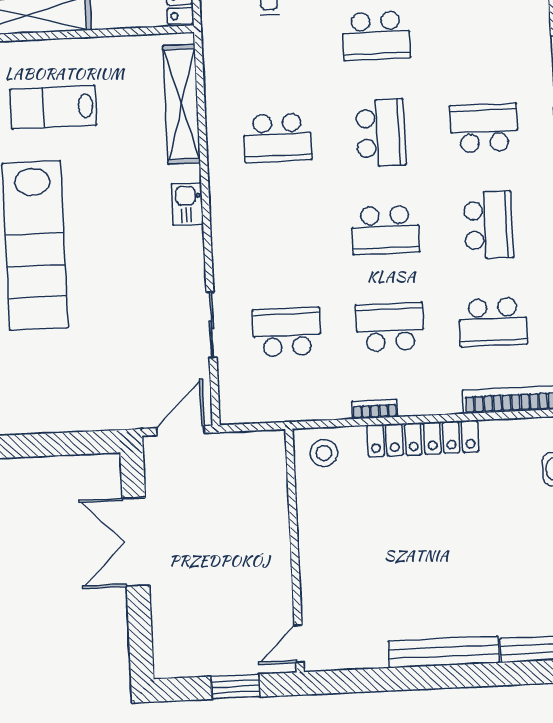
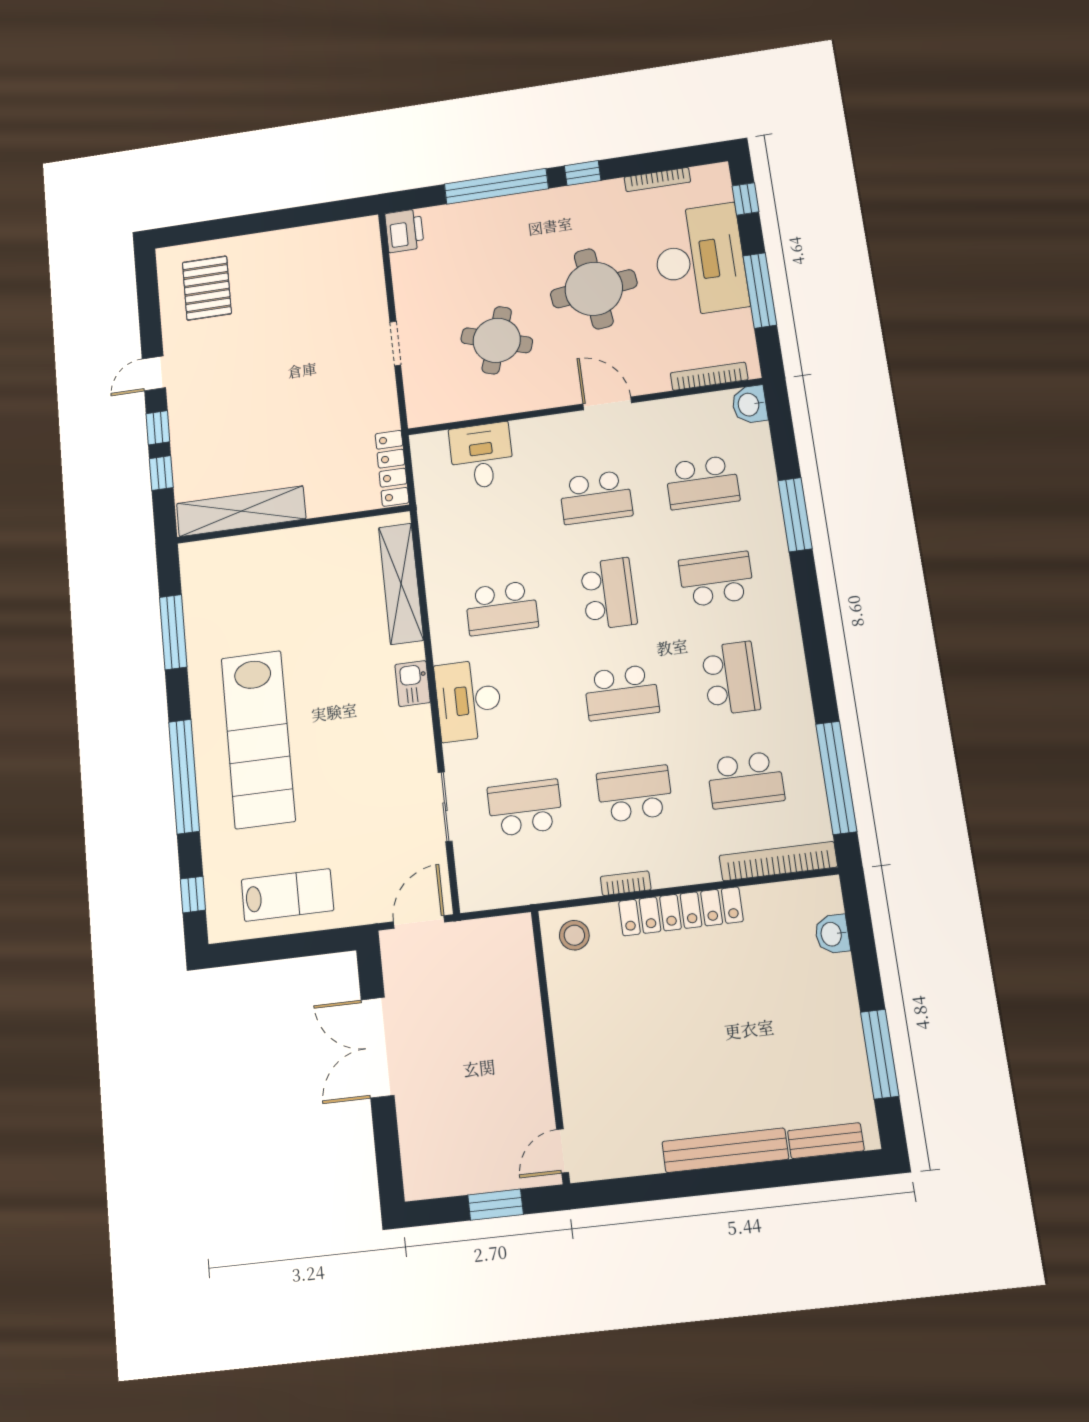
school desk: (479, 31) -> (702, 482), added
lab bench: (53, 107) -> (287, 895), moved, turned 180
desk: (240, 225) -> (468, 700), added

